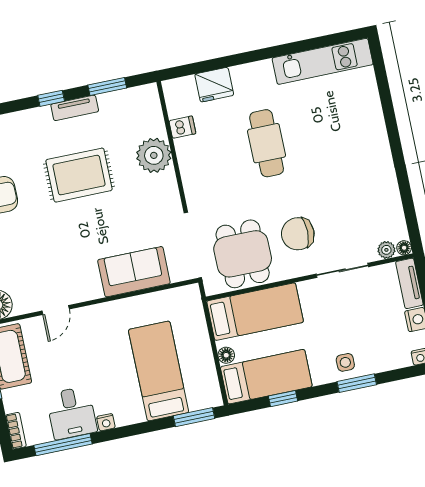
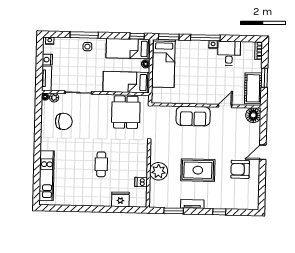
kitchen unit: (323, 61) -> (47, 176), moved, turned 90
window: (51, 98) -> (219, 212), moved
cafe table: (267, 143) -> (101, 164), width x0.73, depth x0.74
chair: (298, 234) -> (64, 121), moved
sofa: (134, 272) -> (193, 116), moved
bed: (159, 371) -> (164, 63), moved
window: (357, 383) -> (84, 35), width x1.44
window: (283, 399) -> (137, 36), moved
window: (63, 445) -> (205, 38), moved

